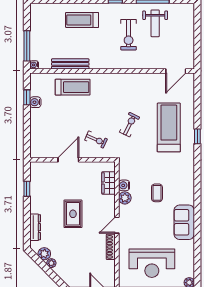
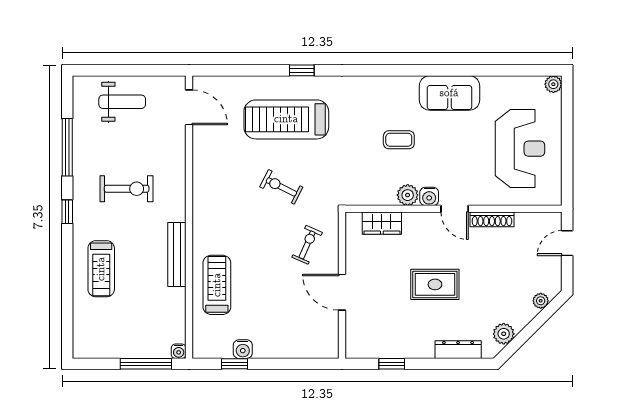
weight bench: (155, 23) -> (122, 102), moved
bench: (70, 64) -> (177, 255), moved
water cooler: (124, 185) -> (429, 196), moved
plant: (51, 263) -> (541, 301), moved

